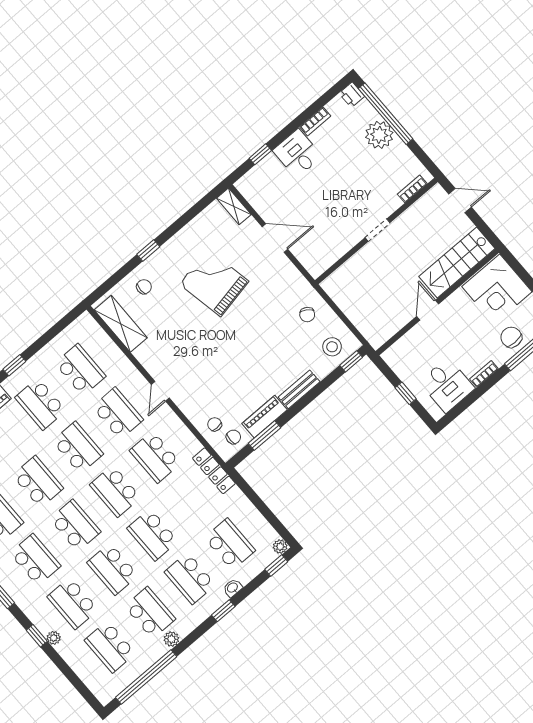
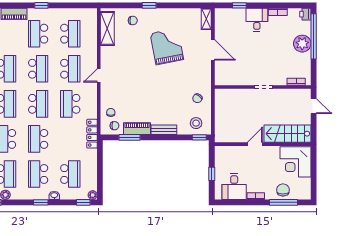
school desk: (115, 491) -> (38, 104), turned 180

